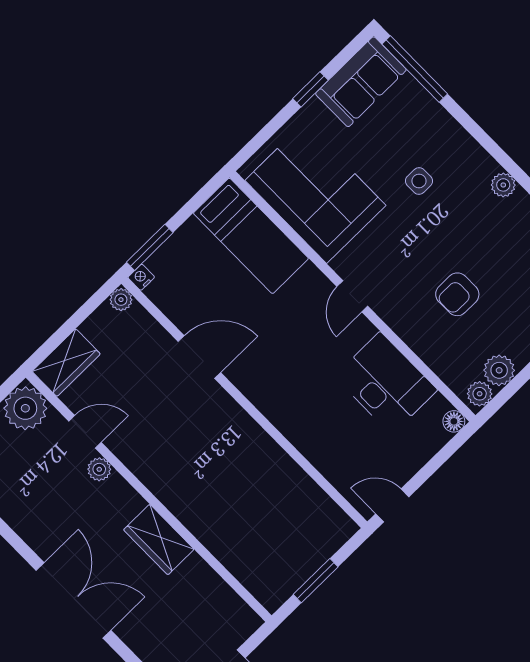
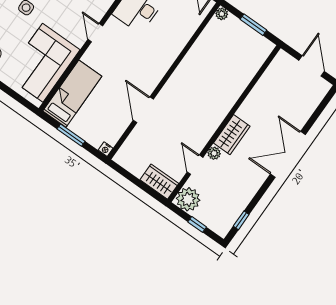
window: (150, 247) -> (71, 135), moved
door: (352, 296) -> (95, 33), swing flipped
plant: (121, 300) -> (222, 14), moved
wardrobe: (159, 540) -> (232, 135), moved

